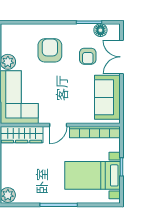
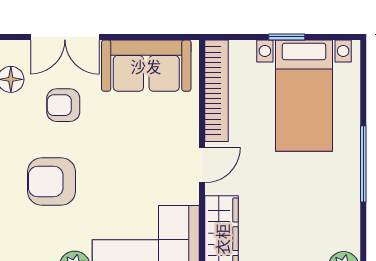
armchair: (88, 56) -> (63, 105), turned 180
door: (58, 125) -> (202, 165), hinge flipped

